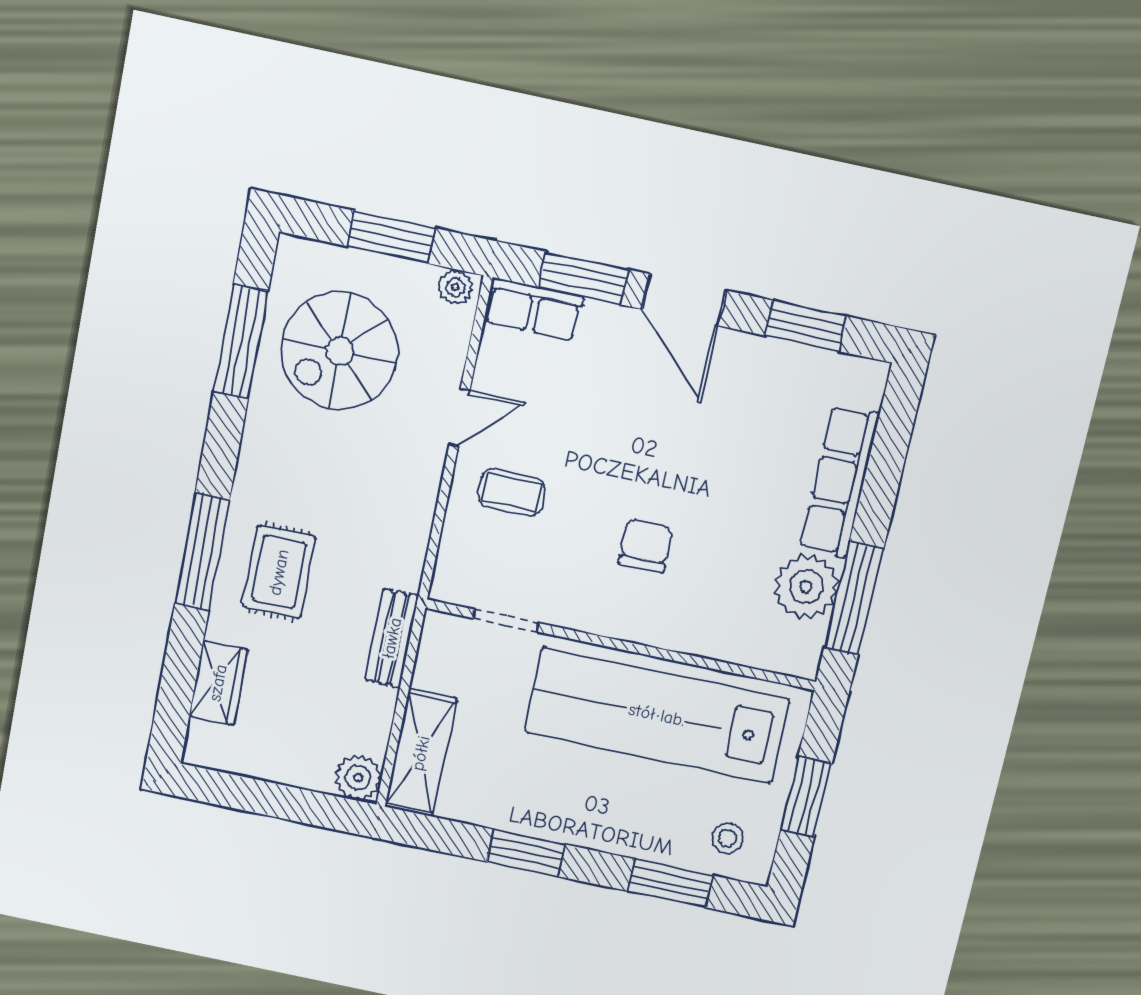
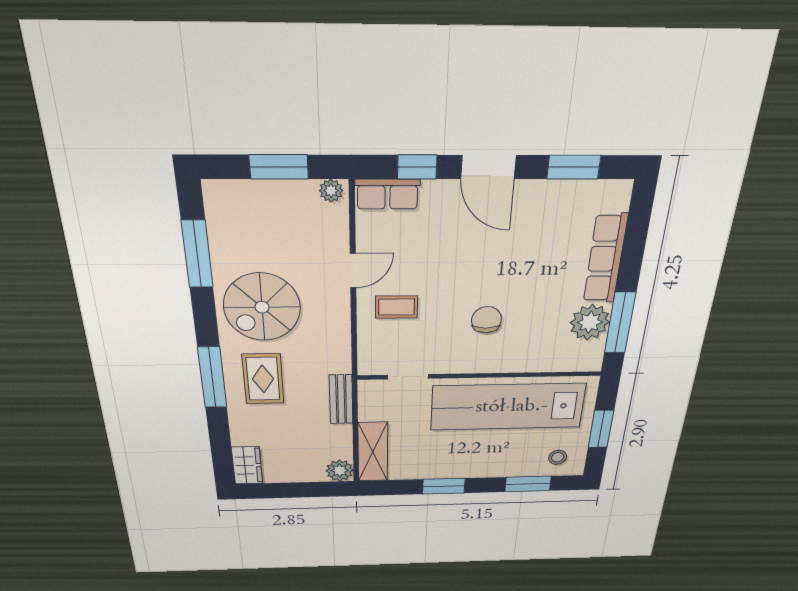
window: (583, 278) -> (417, 167), width x0.67
spiral stairs: (339, 351) -> (262, 307), moved
wardrobe: (218, 683) -> (247, 465), moved

